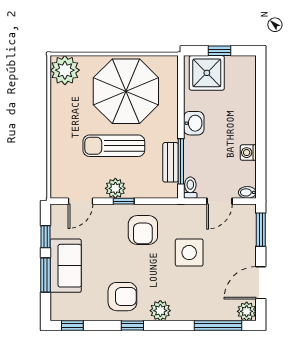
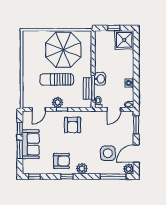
plant: (65, 70) -> (30, 39), removed
shower: (207, 73) -> (124, 40), moved
washbasin: (194, 123) -> (100, 79), moved
side table: (189, 253) -> (108, 153), moved

